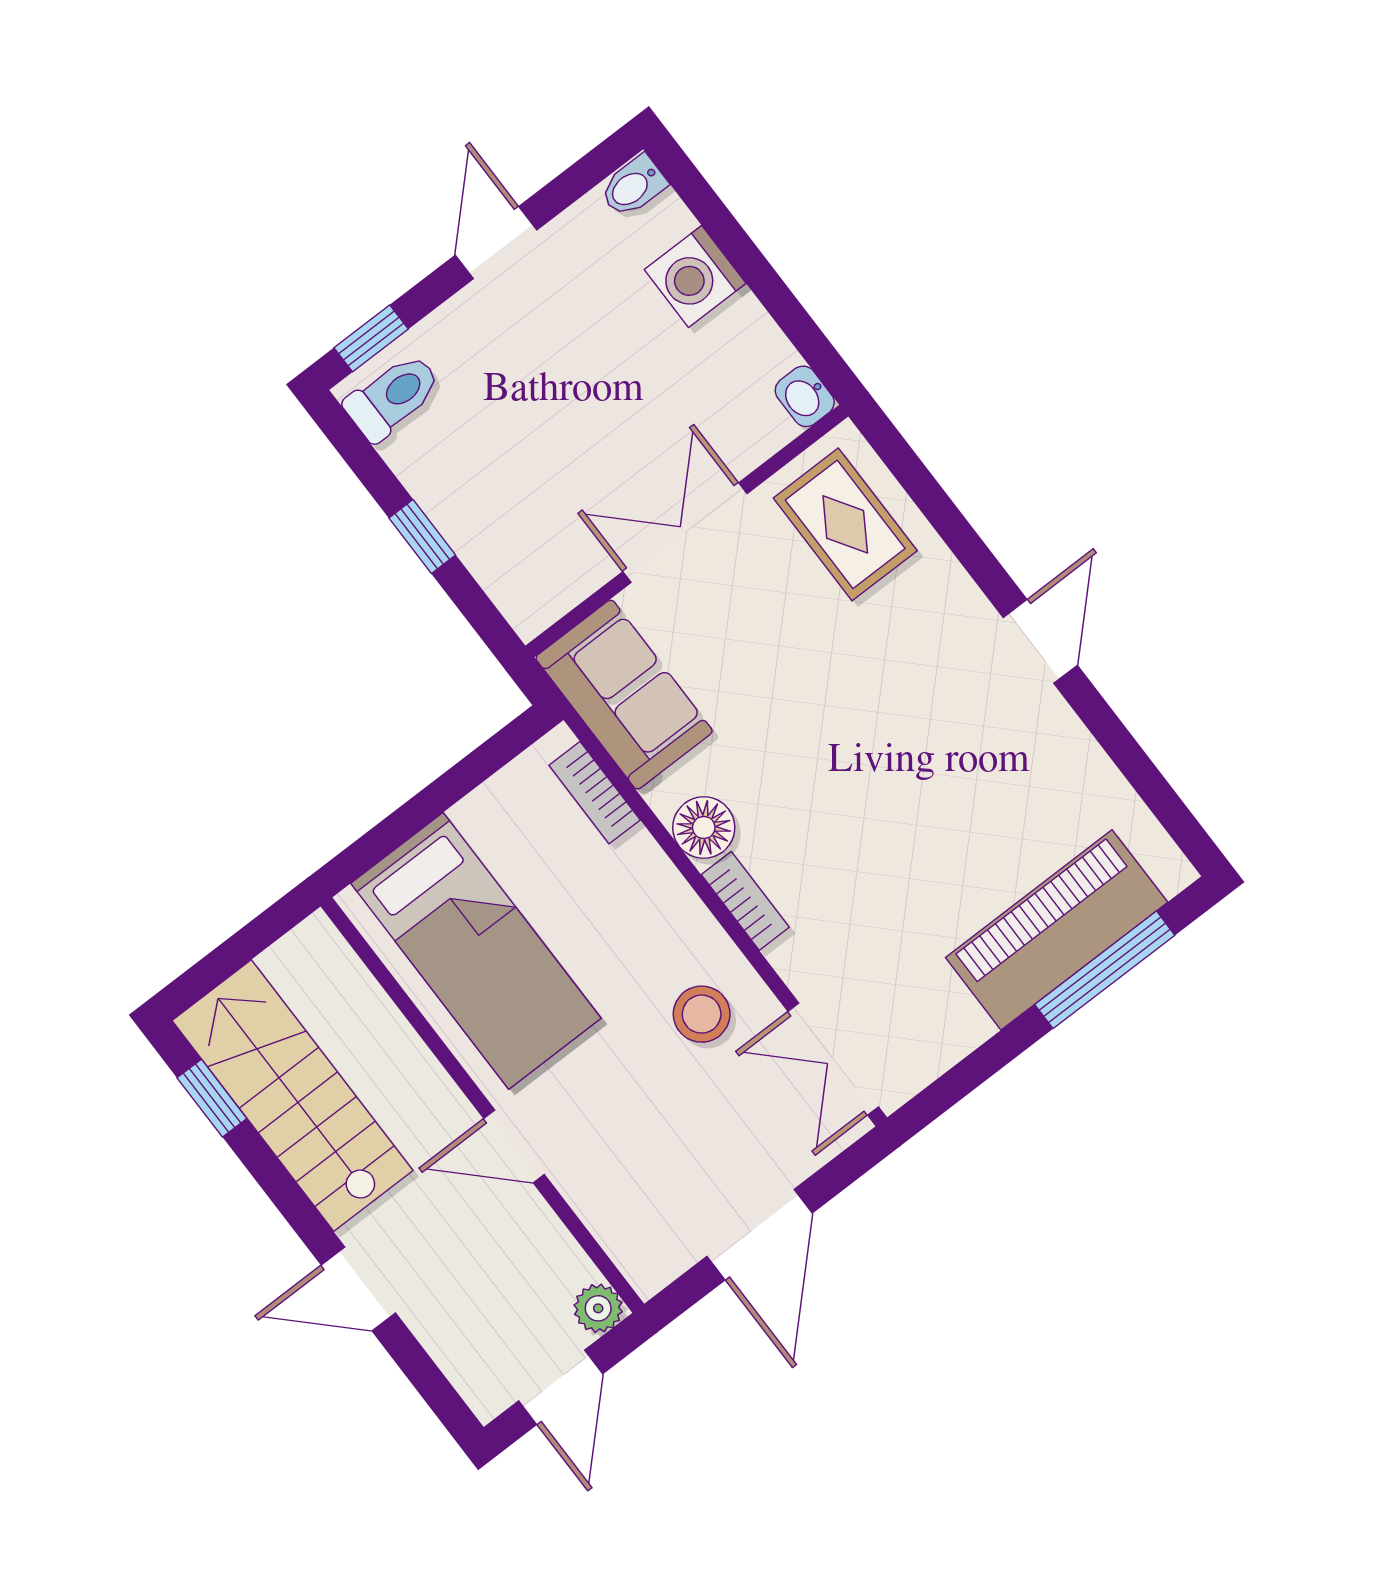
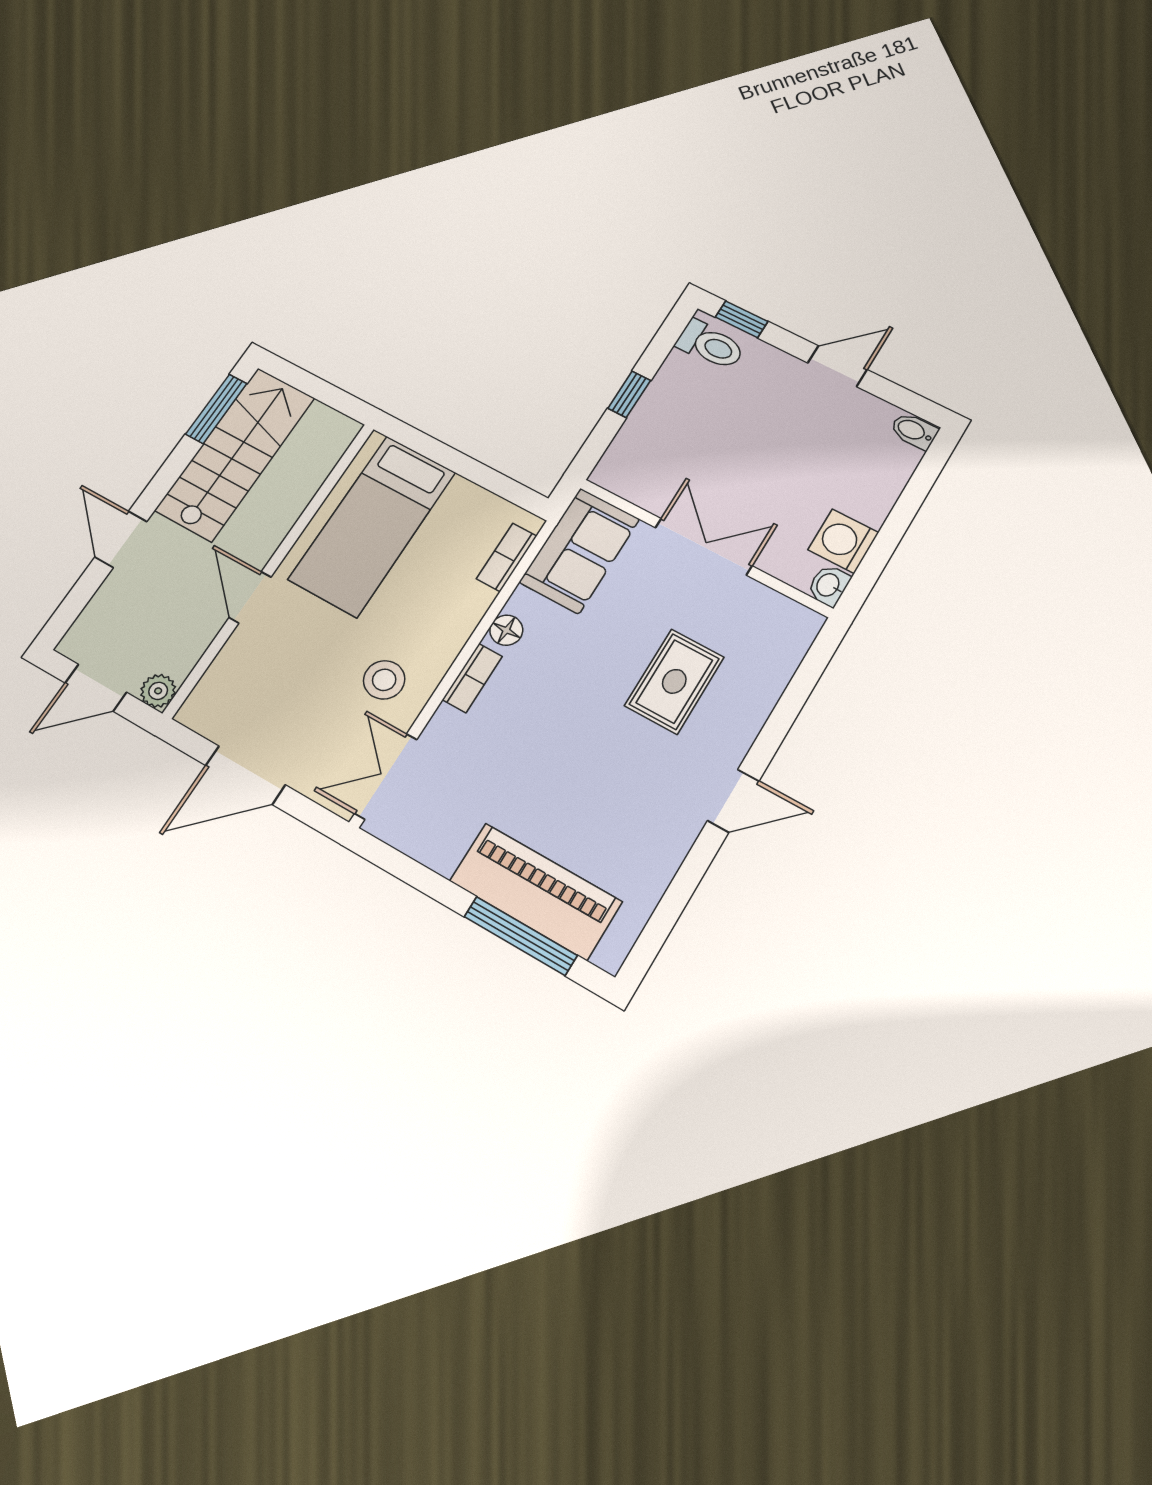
washing machine: (695, 276) -> (843, 541), moved
rug: (845, 524) -> (674, 681), moved
floor lamp: (704, 828) -> (506, 630), width x0.73, depth x0.73
window: (212, 1098) -> (216, 409), width x1.50

